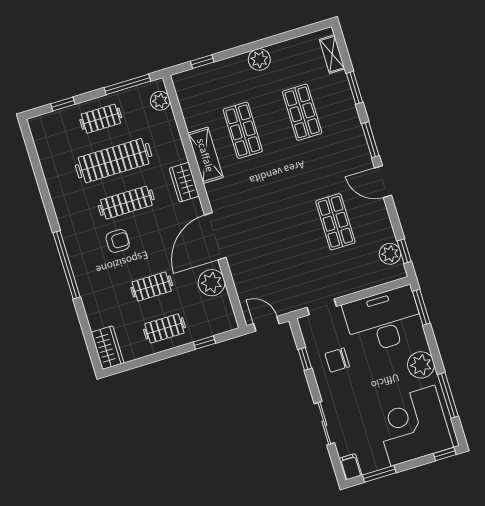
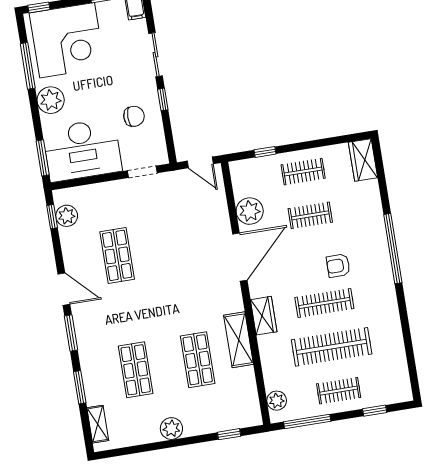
window: (305, 359) -> (163, 99), moved

